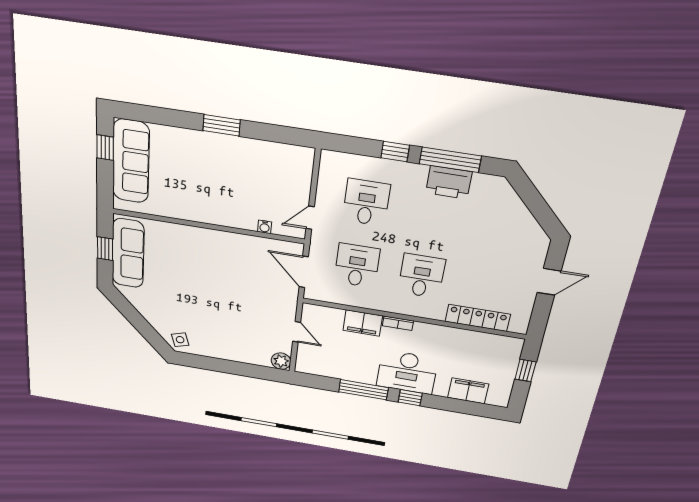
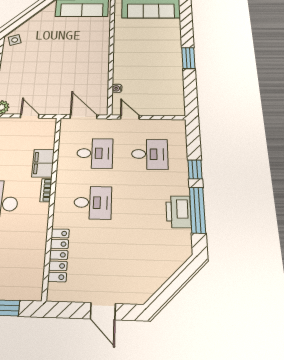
door: (304, 272) -> (84, 117), hinge flipped
door: (297, 332) -> (30, 116), swing flipped

